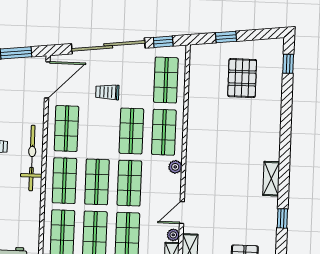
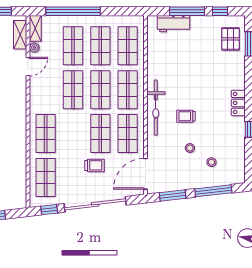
shop shelf: (131, 131) -> (100, 134), moved
plant: (175, 167) -> (35, 105), removed

